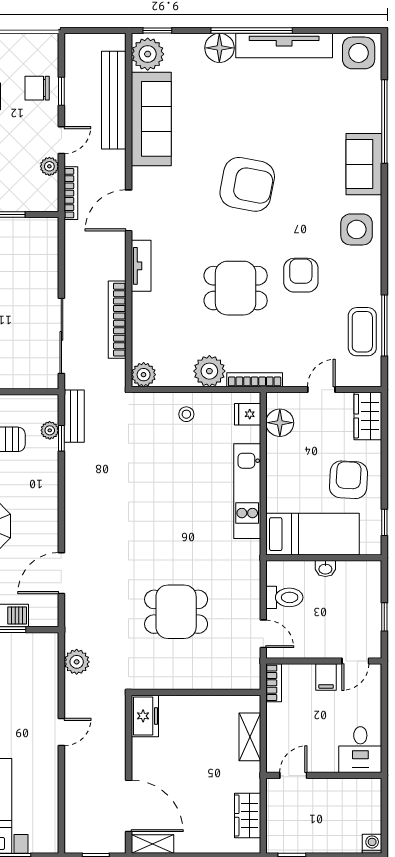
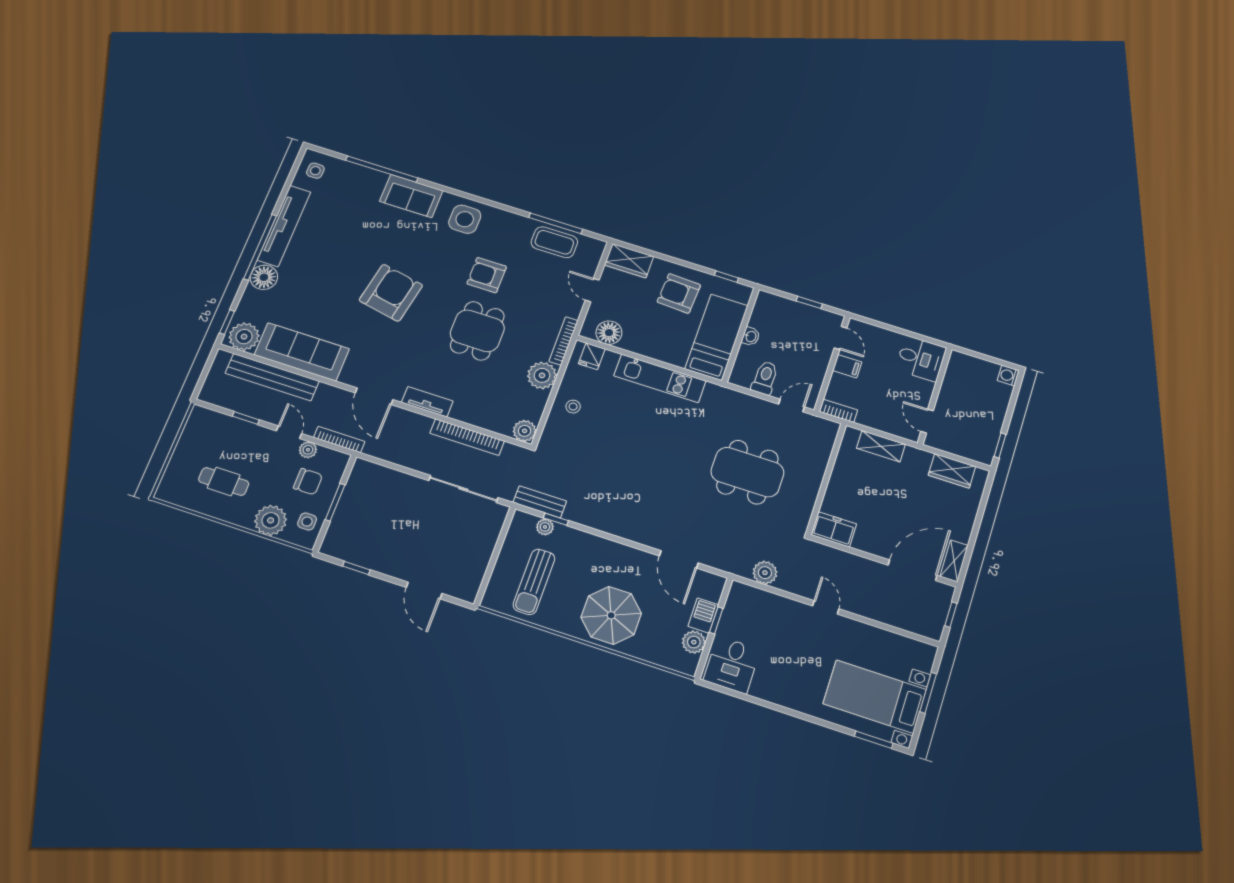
side table: (359, 53) -> (315, 171), width x0.54, depth x0.54
chair: (37, 88) -> (308, 482), moved, turned -90
dining table: (176, 612) -> (747, 472), width x1.38

